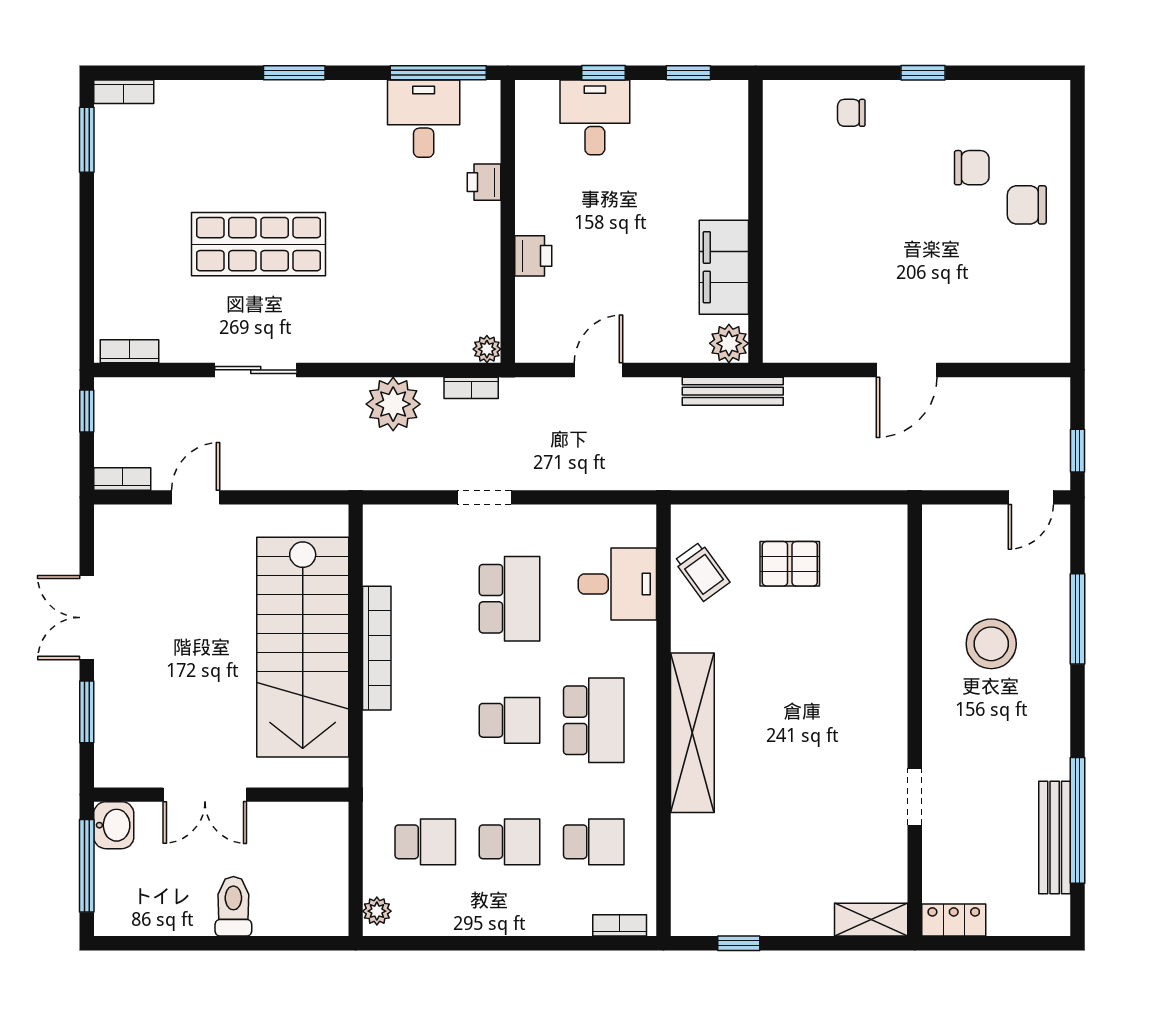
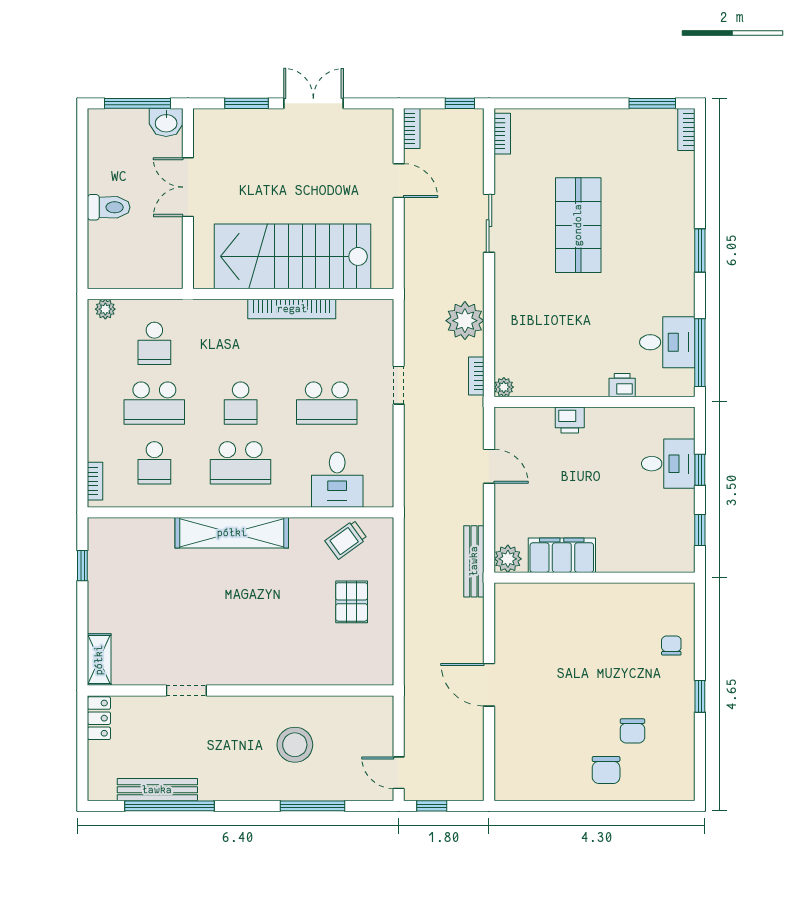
chair: (1027, 205) -> (606, 770), turned 180
school desk: (510, 842) -> (154, 403), width x1.85

